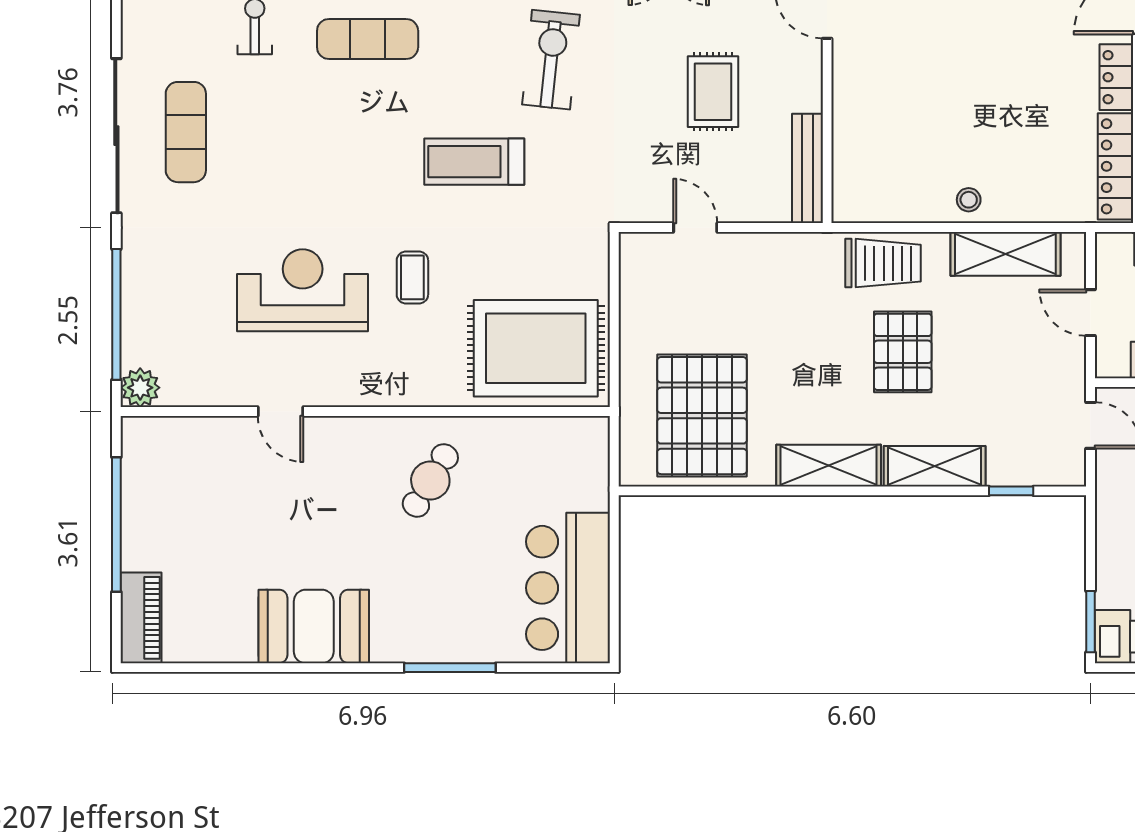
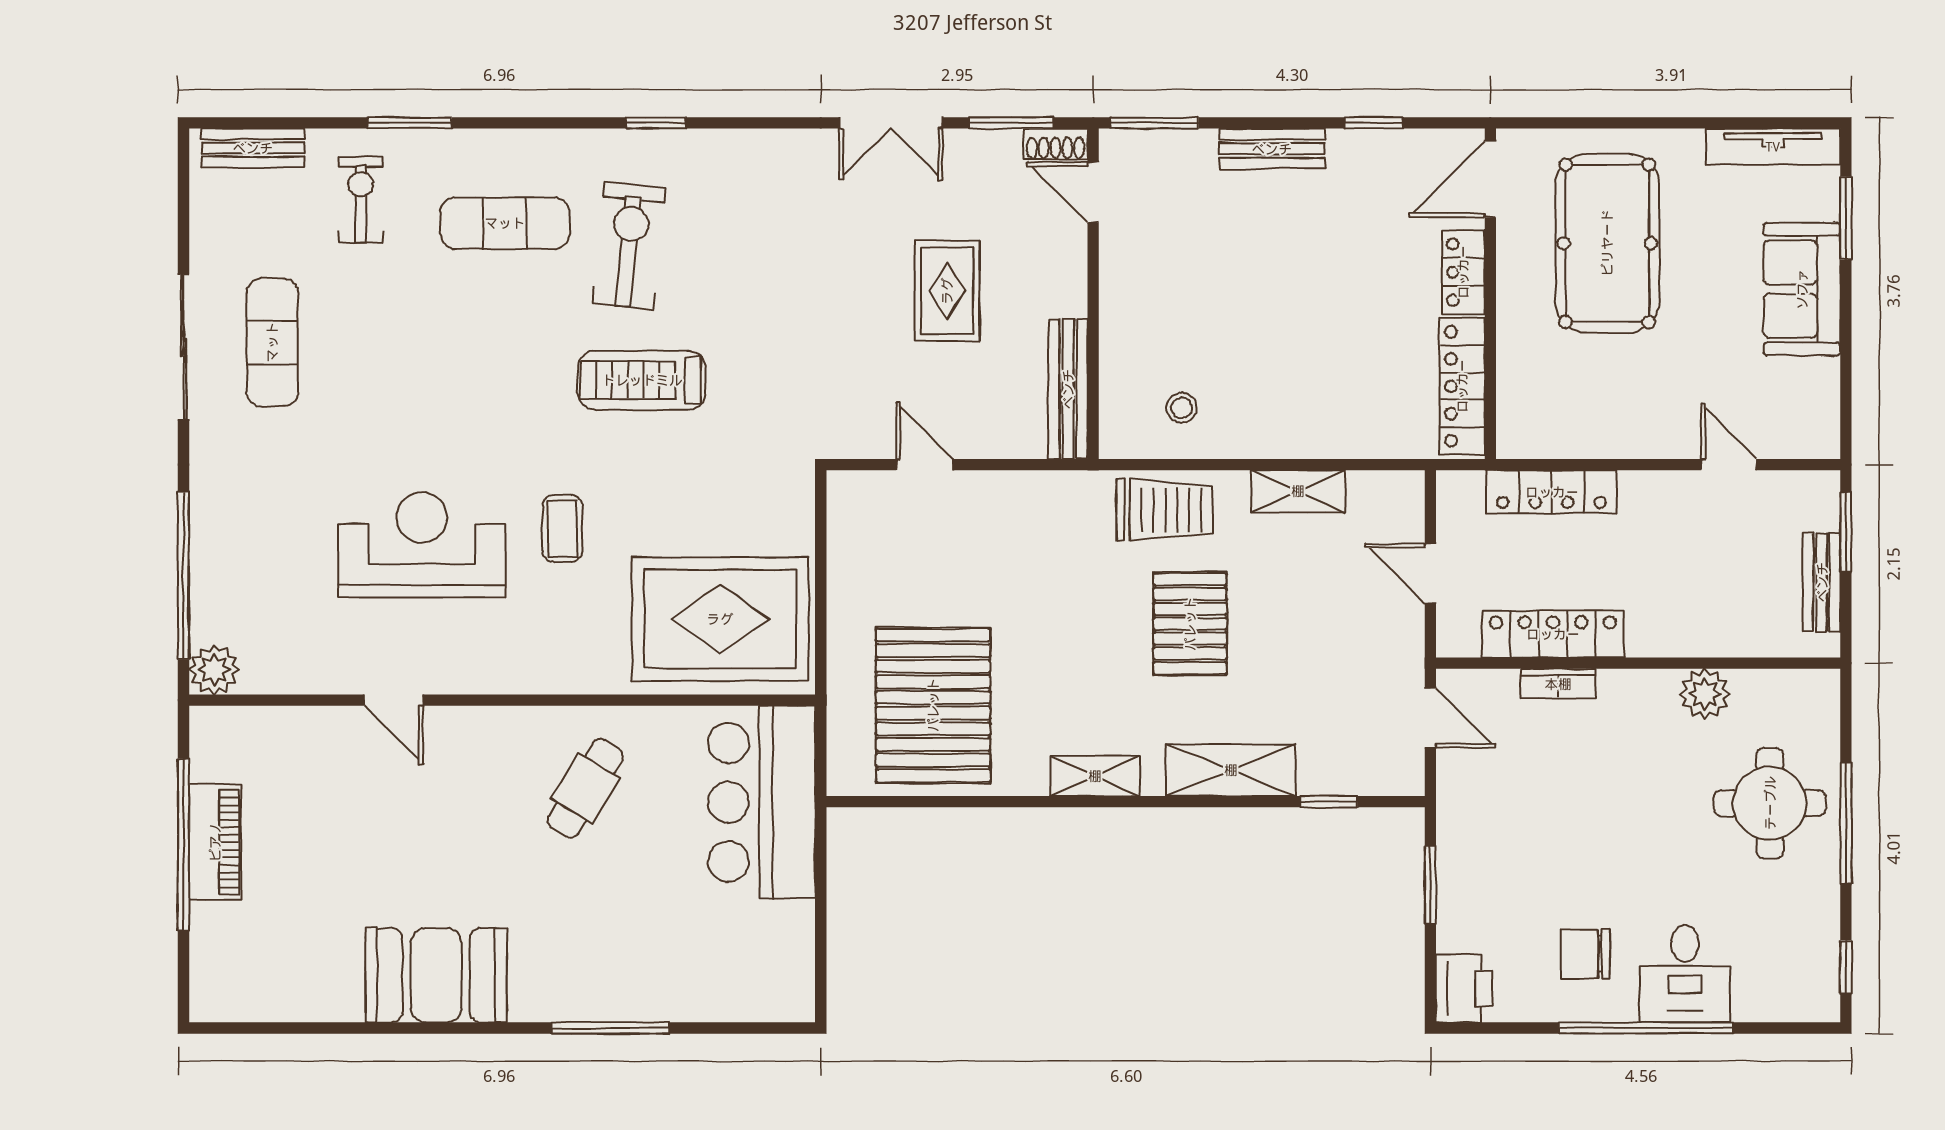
exercise bike: (551, 60) -> (629, 246), moved
sliding door: (116, 136) -> (183, 347), width x0.73
stool: (969, 200) -> (1182, 408), moved
shelving: (1005, 254) -> (1298, 491), width x0.67, depth x0.75
shelving: (829, 466) -> (1095, 776), width x0.67, depth x0.75
bar counter: (568, 588) -> (762, 802), moved
piano: (141, 618) -> (215, 842), moved
window: (1090, 622) -> (1430, 885), moved

